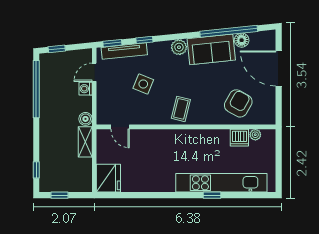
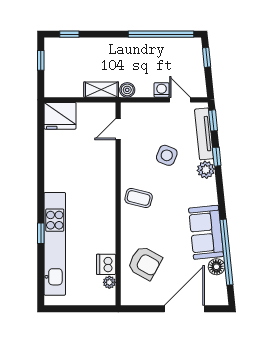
plant: (179, 47) -> (206, 170), moved

